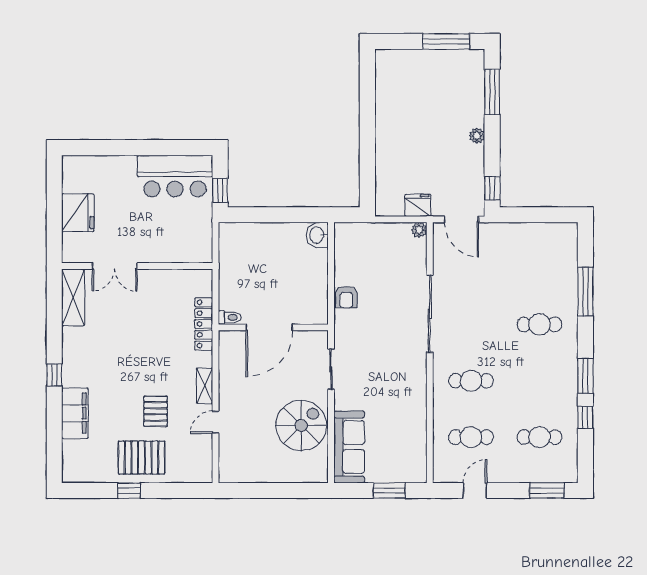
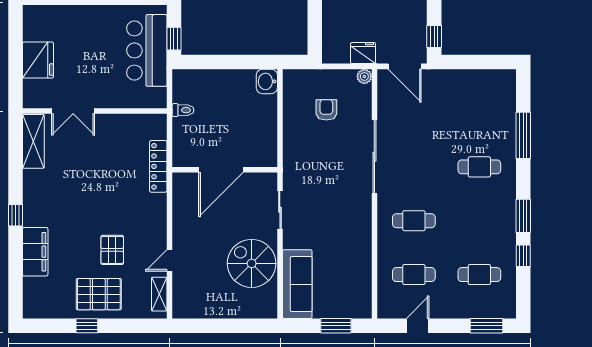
bar counter: (175, 176) -> (147, 50), moved, turned 90
armchair: (346, 297) -> (326, 110), moved, turned 180
toilet: (230, 317) -> (183, 110), moved
shelving: (205, 386) -> (159, 294), moved
spiral stairs: (301, 425) -> (252, 263), turned -90

